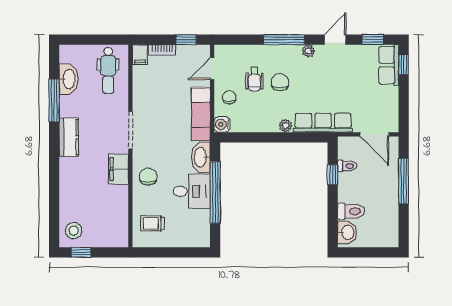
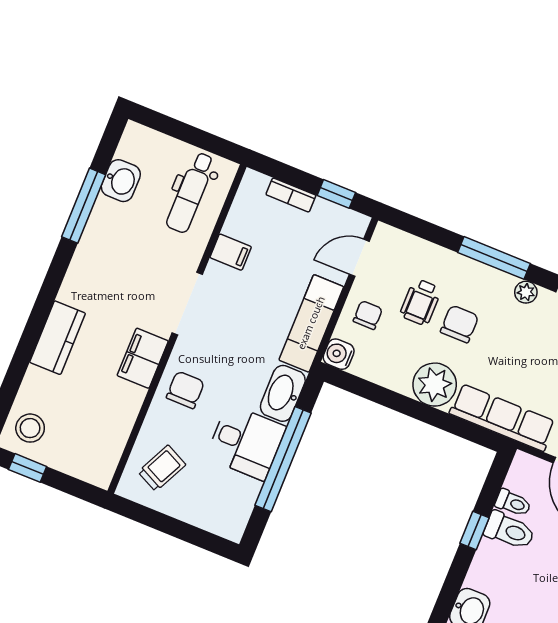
filing cabinet: (140, 55) -> (231, 252), moved, turned -90
washbasin: (68, 79) -> (121, 181), width x0.72
plant: (286, 126) -> (435, 385), width x1.87, depth x1.87
kitchen counter: (69, 137) -> (58, 338), moved
window: (333, 175) -> (475, 530), moved
toilet: (351, 211) -> (509, 531), moved
trolley: (153, 223) -> (162, 468), turned 116

